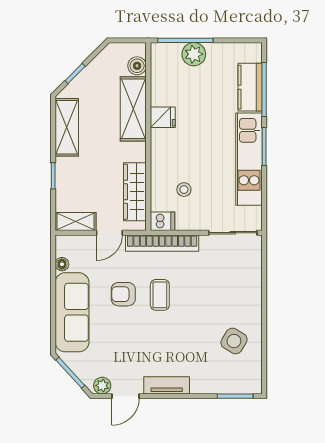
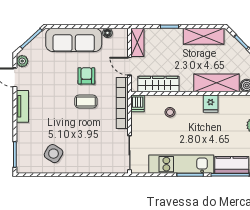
stool: (184, 190) -> (170, 112), moved

